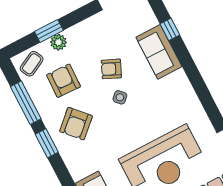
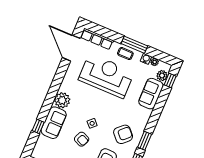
plant: (178, 84) -> (62, 100), added

